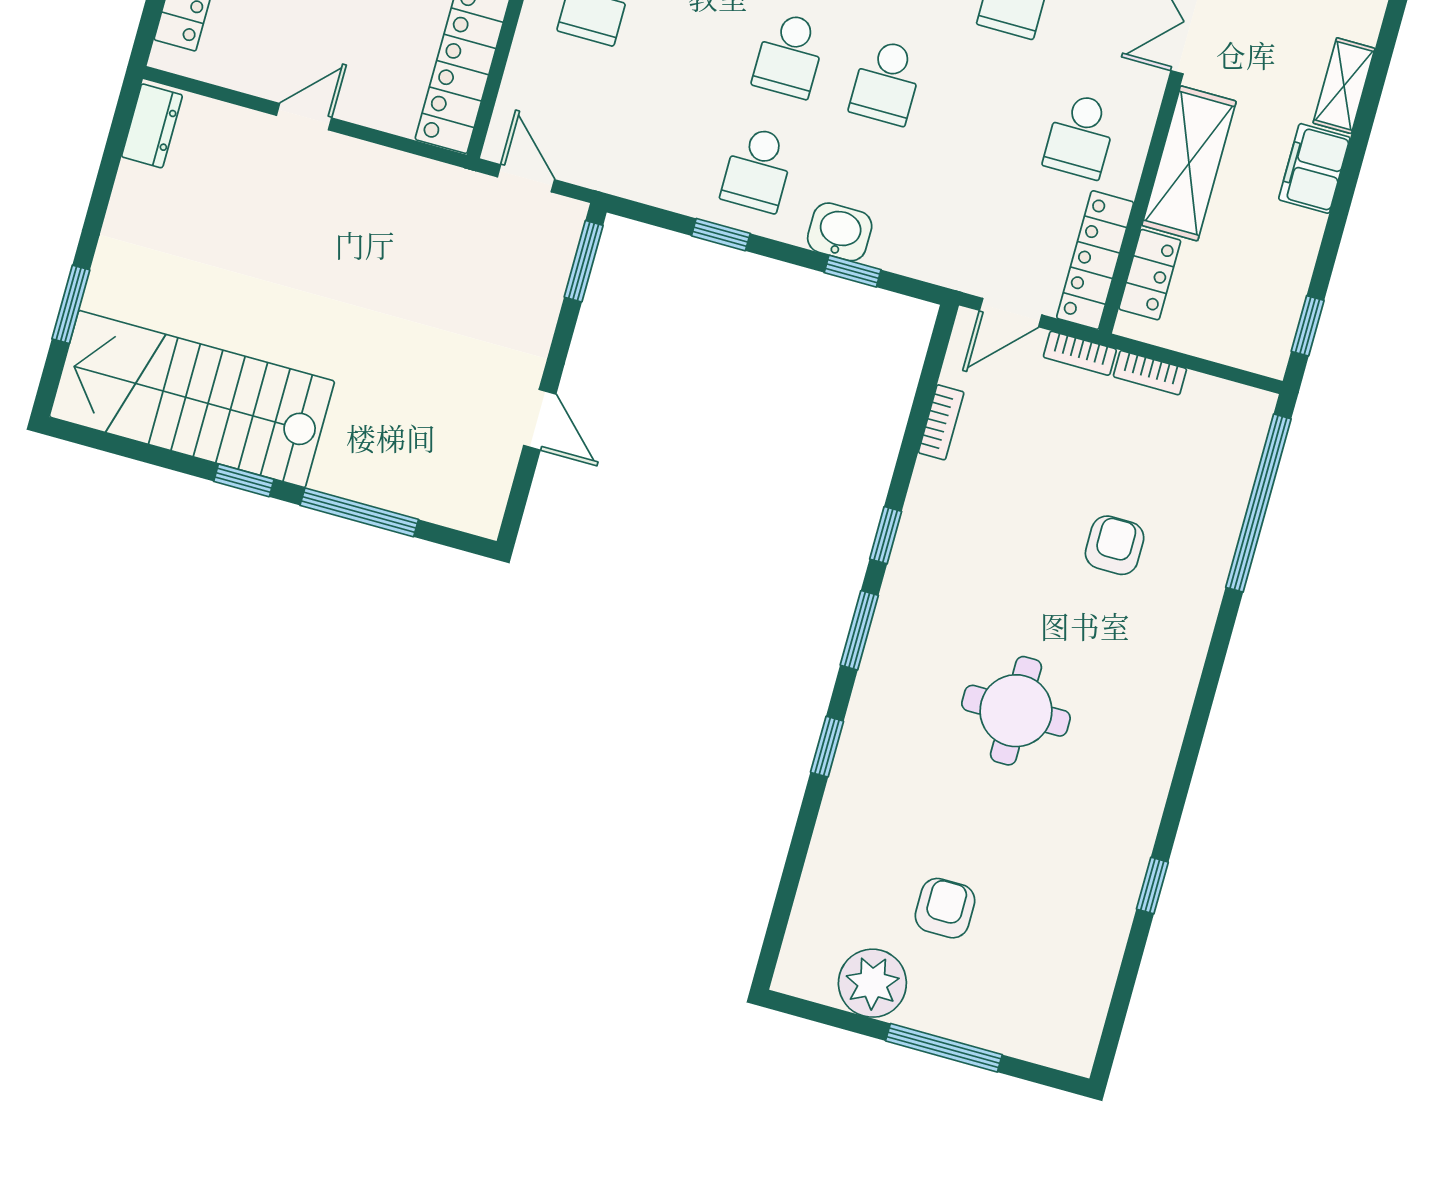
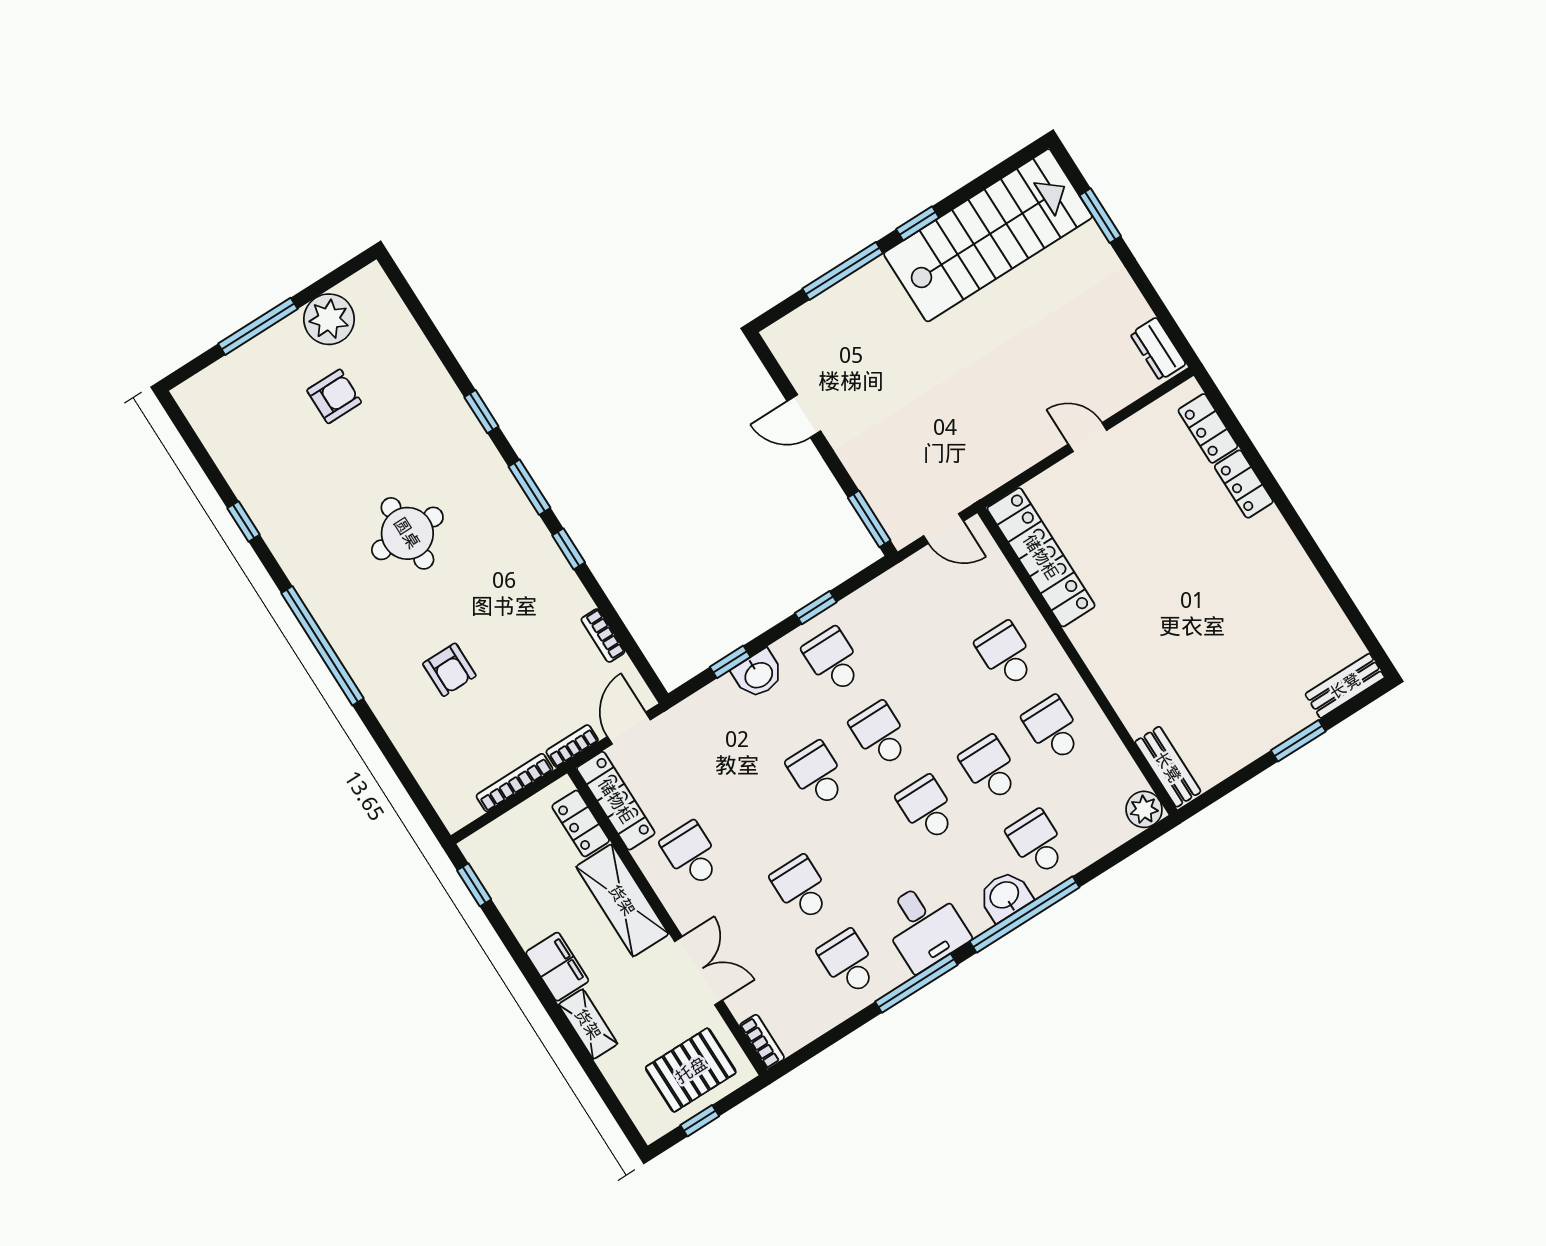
door: (304, 117) -> (1088, 437), swing flipped
bookcase: (1150, 373) -> (515, 783), width x1.56
window: (1258, 503) -> (322, 646), moved
armchair: (945, 908) -> (334, 396), turned -90

